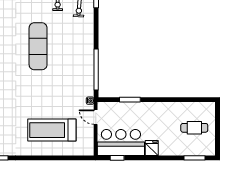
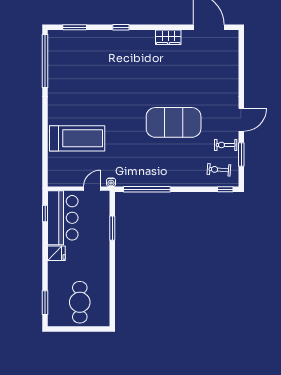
exercise mat: (38, 46) -> (174, 122), width x1.47
cafe table: (194, 128) -> (80, 302), width x1.37, depth x1.35
treadmill: (52, 130) -> (77, 138), turned 90

